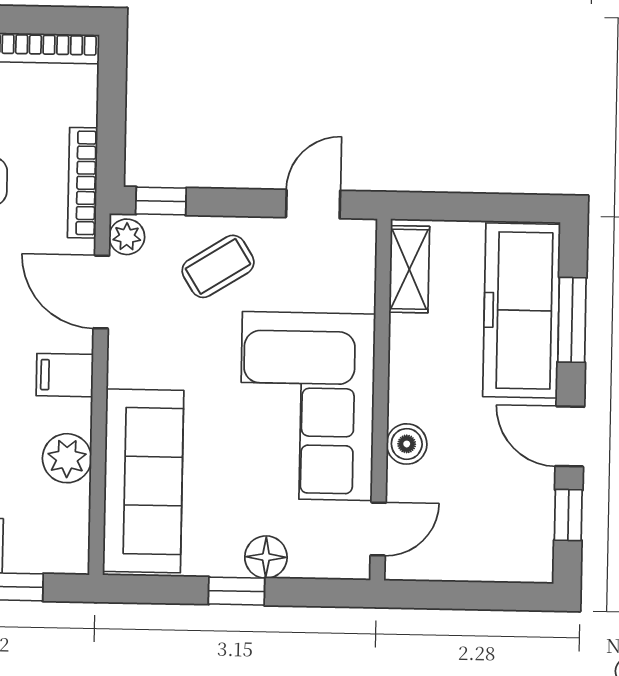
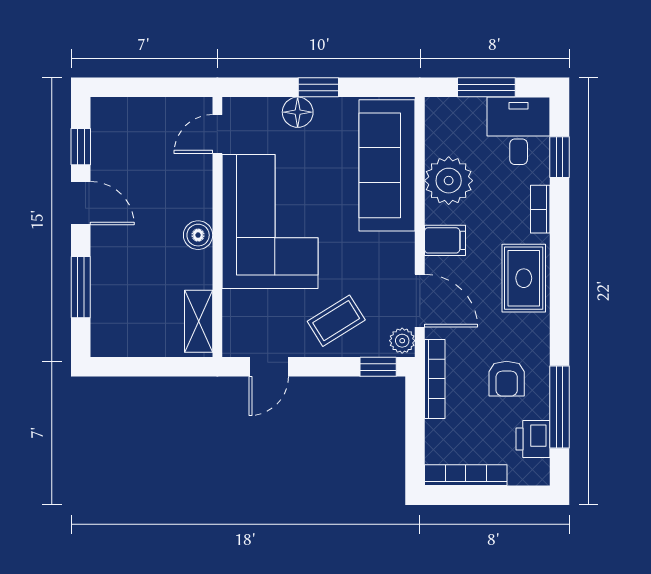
freezer: (521, 310) -> (117, 293), removed
boiler: (407, 444) -> (198, 235), moved
plant: (67, 458) -> (449, 181), width x1.36, depth x1.36

